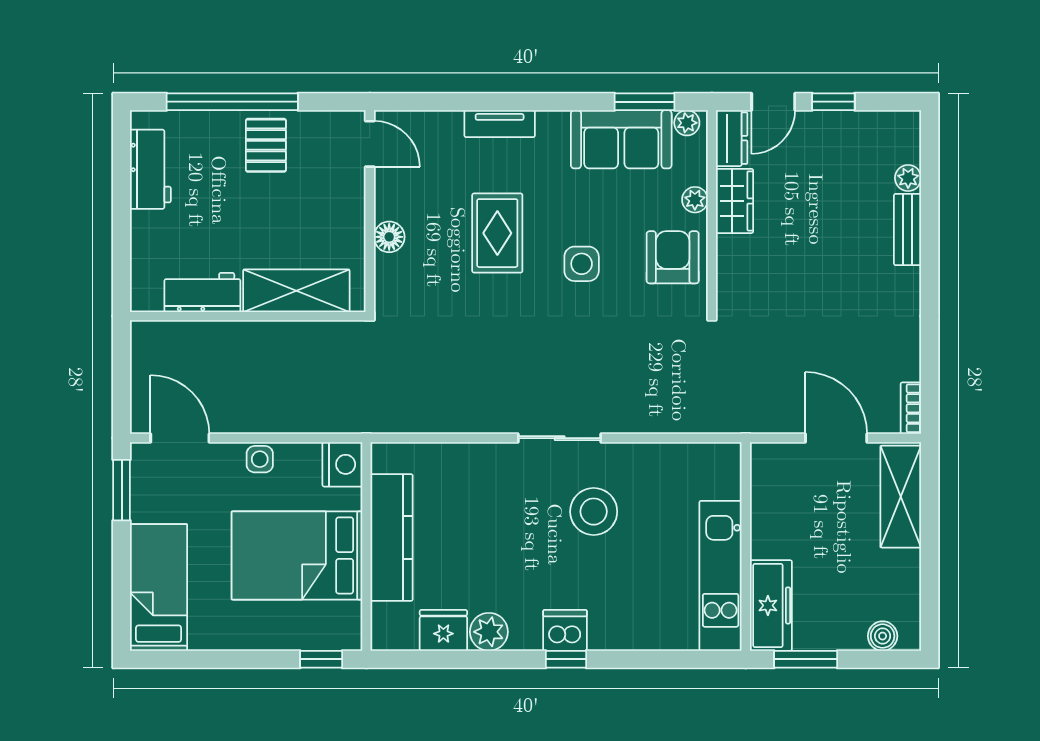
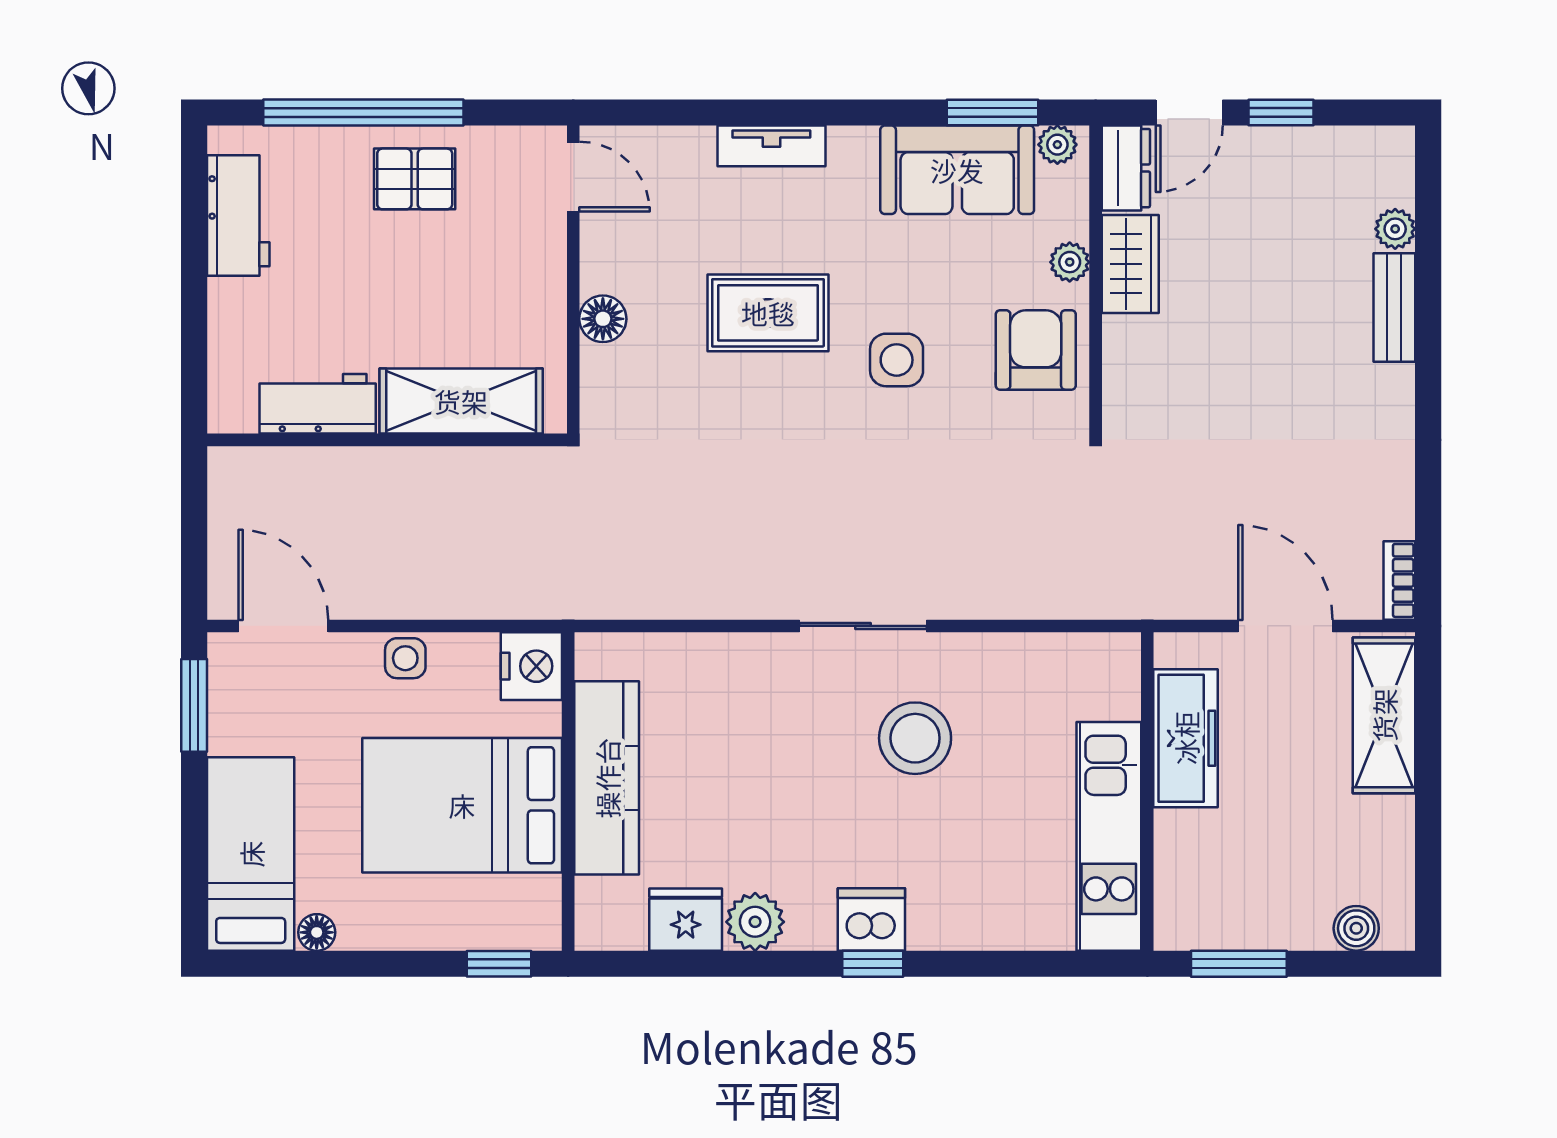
pallet: (266, 145) -> (415, 179), turned 90
rug: (497, 233) -> (768, 313), turned 90
freezer: (771, 605) -> (1186, 738), moved
floor lamp: (202, 639) -> (317, 932), added

